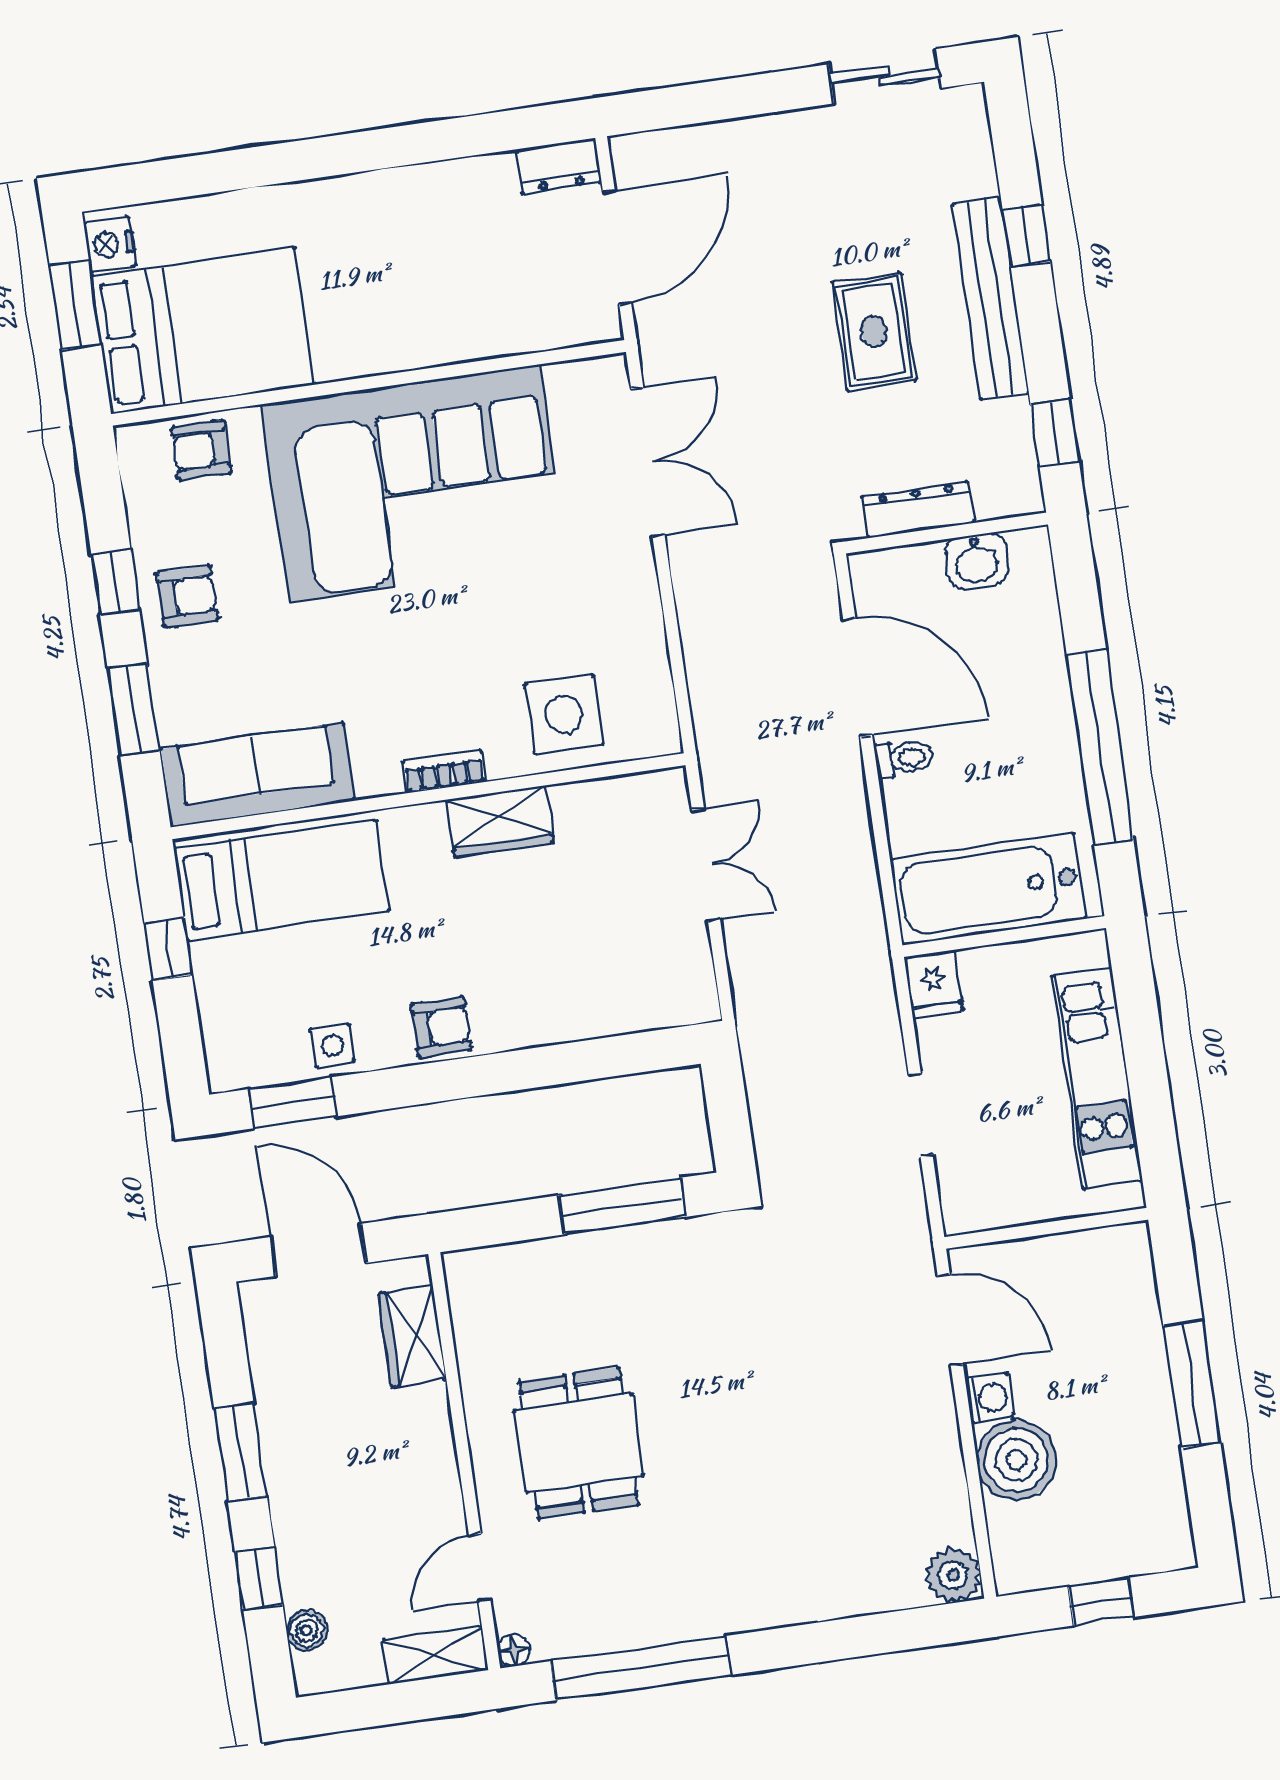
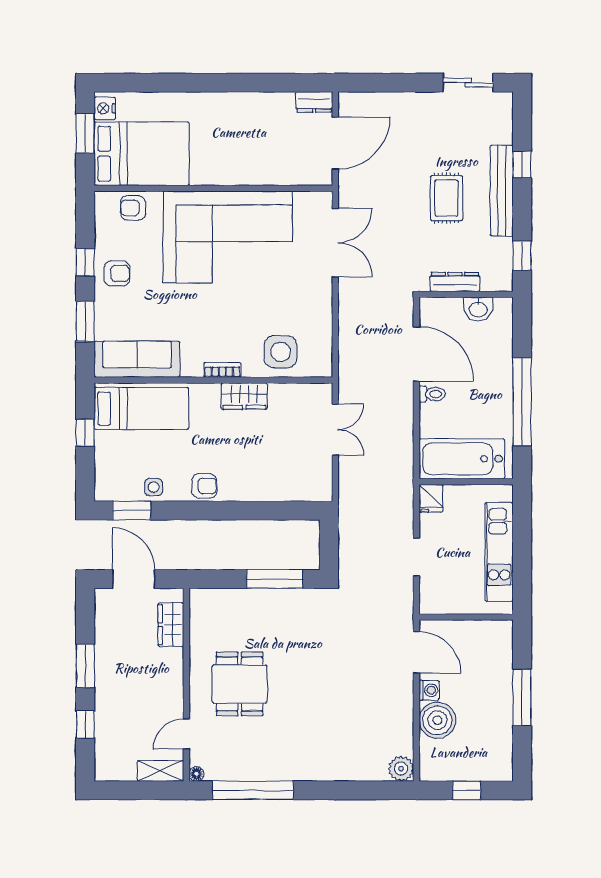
boiler: (307, 1630) -> (104, 751), removed

